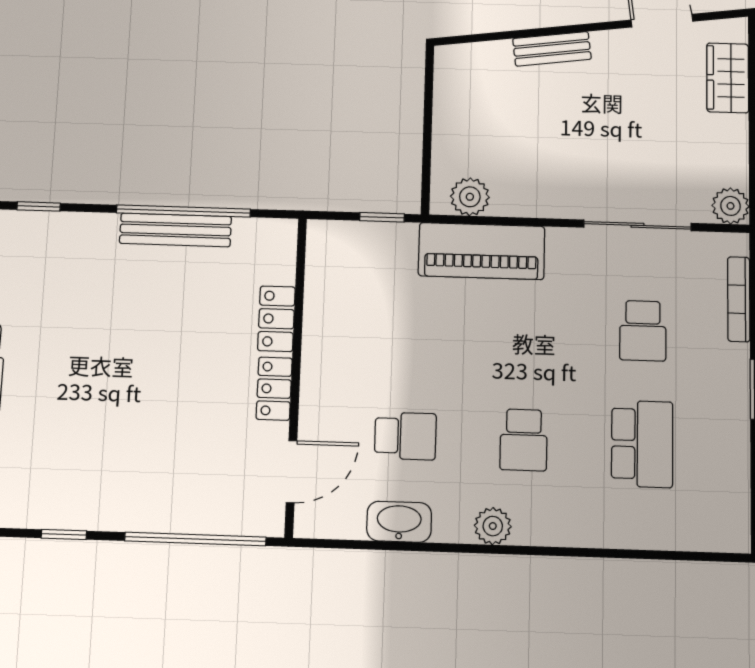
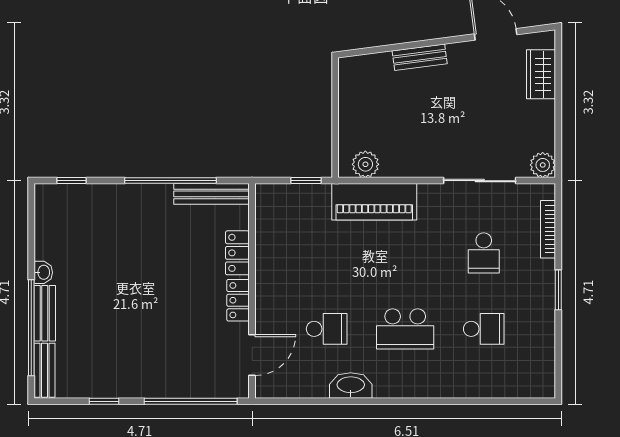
bench: (175, 230) -> (212, 194), moved
school desk: (524, 440) -> (405, 329), width x1.85
school desk: (642, 444) -> (484, 329), width x0.54
washbasin: (399, 522) -> (351, 386), moved
plant: (493, 526) -> (386, 386), removed

